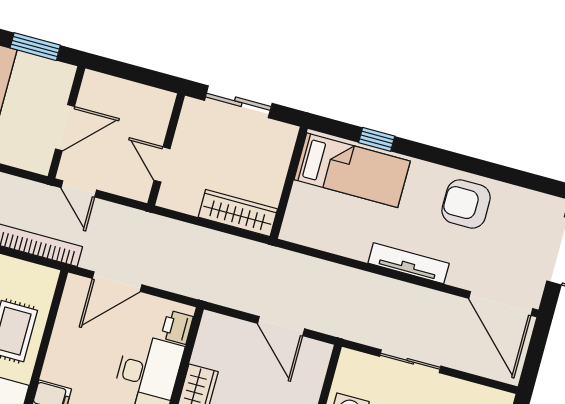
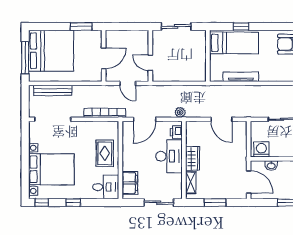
door: (79, 189) -> (128, 83), moved
wardrobe: (238, 213) -> (189, 75), removed
tv unit: (409, 263) -> (241, 77), moved
plant: (197, 288) -> (180, 112), added

